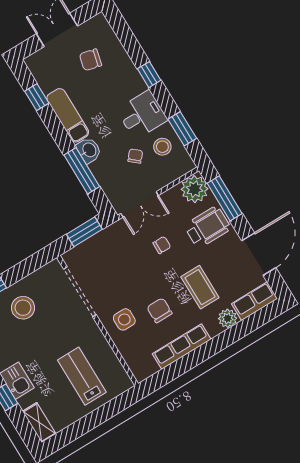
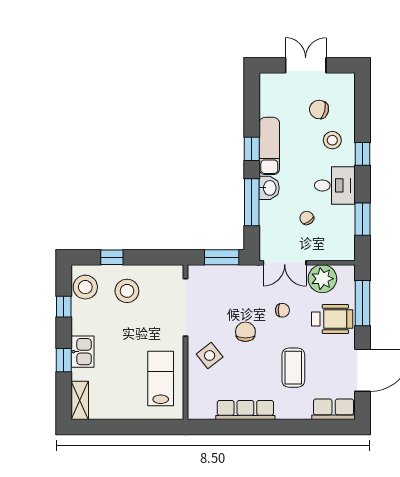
window: (37, 97) -> (252, 149), moved
stool: (162, 147) -> (332, 140), moved
chair: (135, 156) -> (307, 218), turned -76
plant: (195, 189) -> (322, 279), moved
chair: (159, 310) -> (245, 332), moved
plant: (228, 318) -> (301, 410), removed
side table: (124, 319) -> (210, 355), turned -38
lab bench: (82, 376) -> (161, 378), moved

